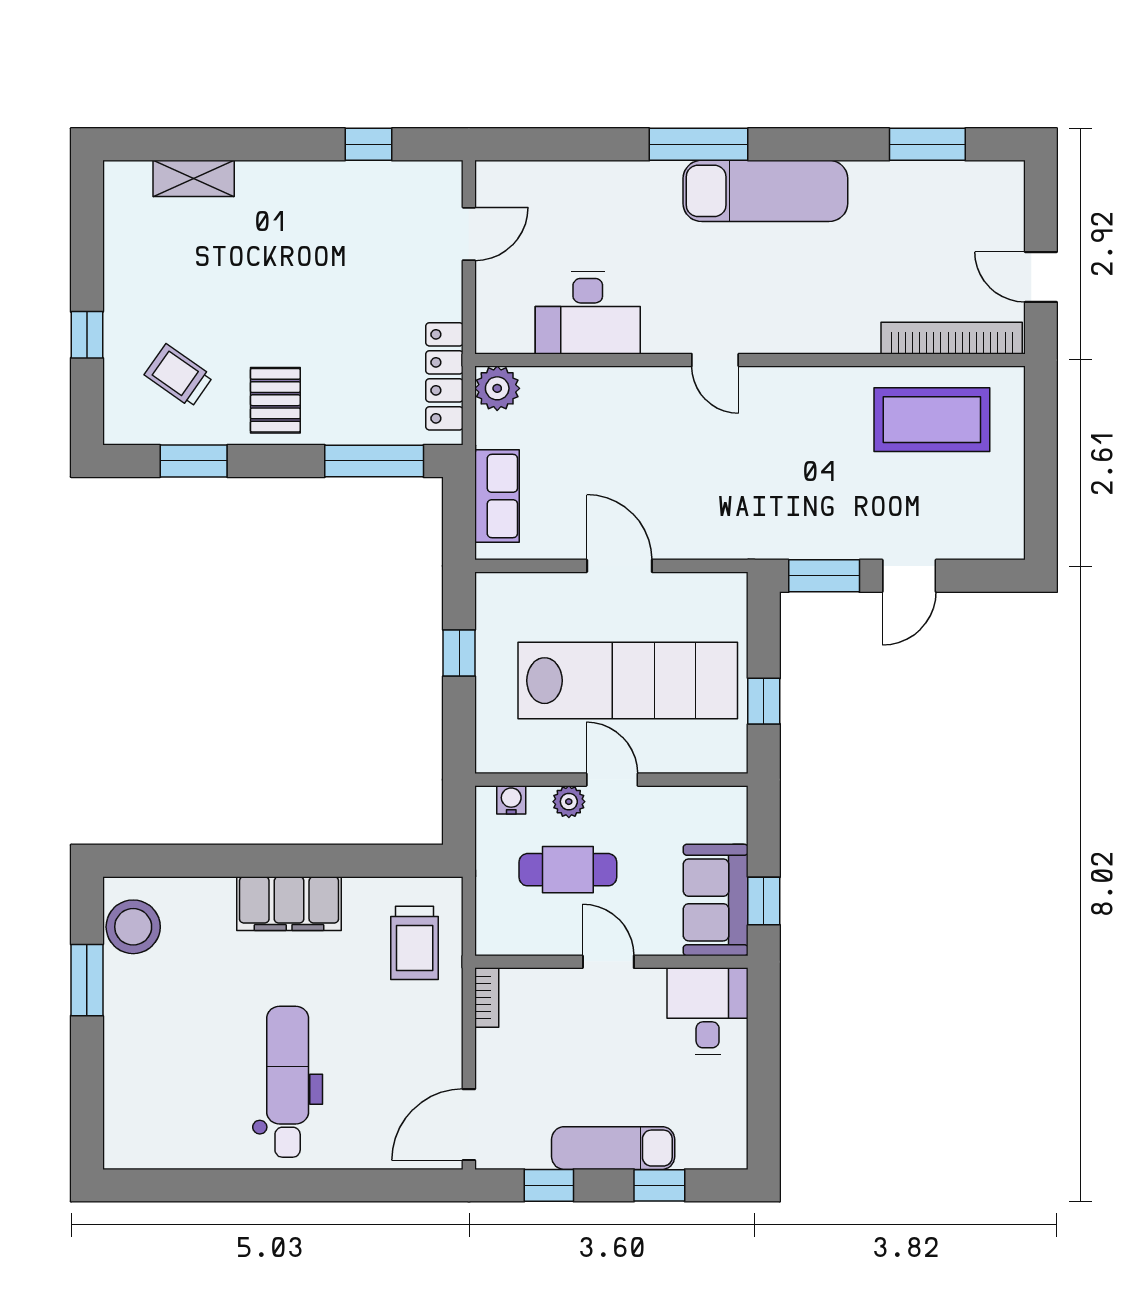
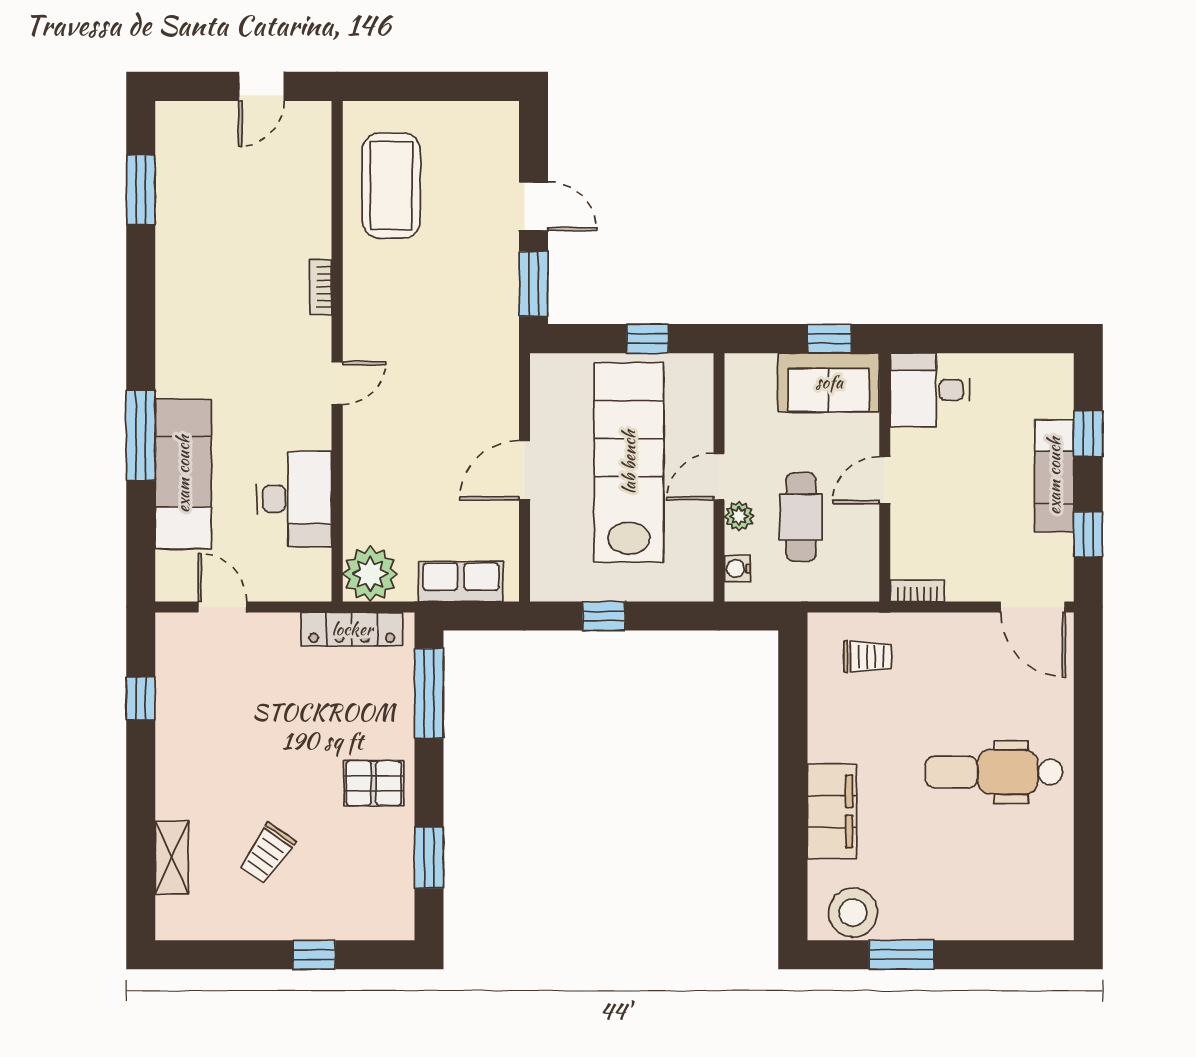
window: (699, 144) -> (141, 435), moved
exam couch: (765, 191) -> (183, 474), moved
bookcase: (952, 338) -> (321, 287), moved, width x0.43, depth x0.76
trolley: (179, 376) -> (267, 853), moved
plant: (497, 388) -> (370, 574), width x1.36, depth x1.36
filing cabinet: (289, 904) -> (832, 811), moved
trolley: (415, 943) -> (868, 657), width x0.73, depth x0.72

